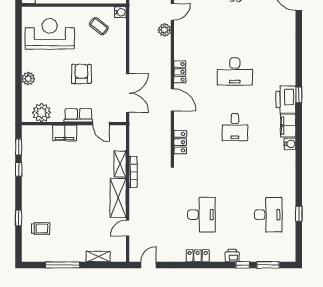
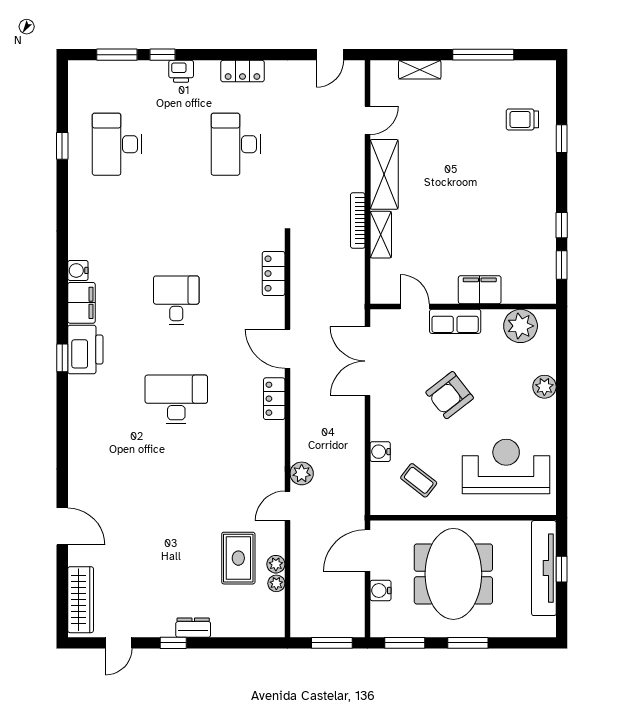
water cooler: (120, 12) -> (380, 452), moved
reception desk: (50, 34) -> (506, 467), turned 180
armchair: (81, 74) -> (450, 395), turned 52

